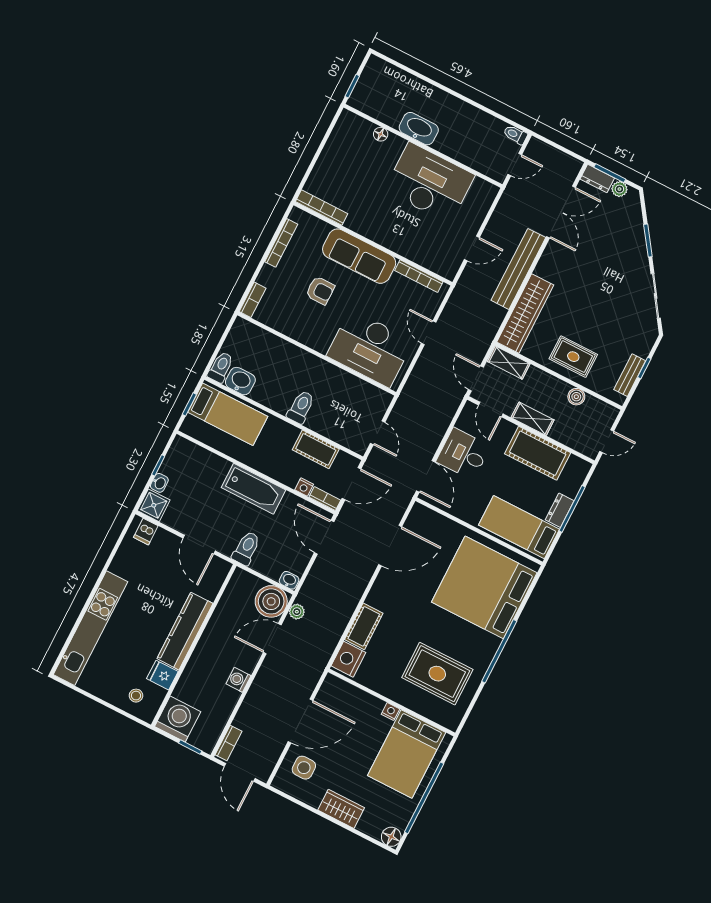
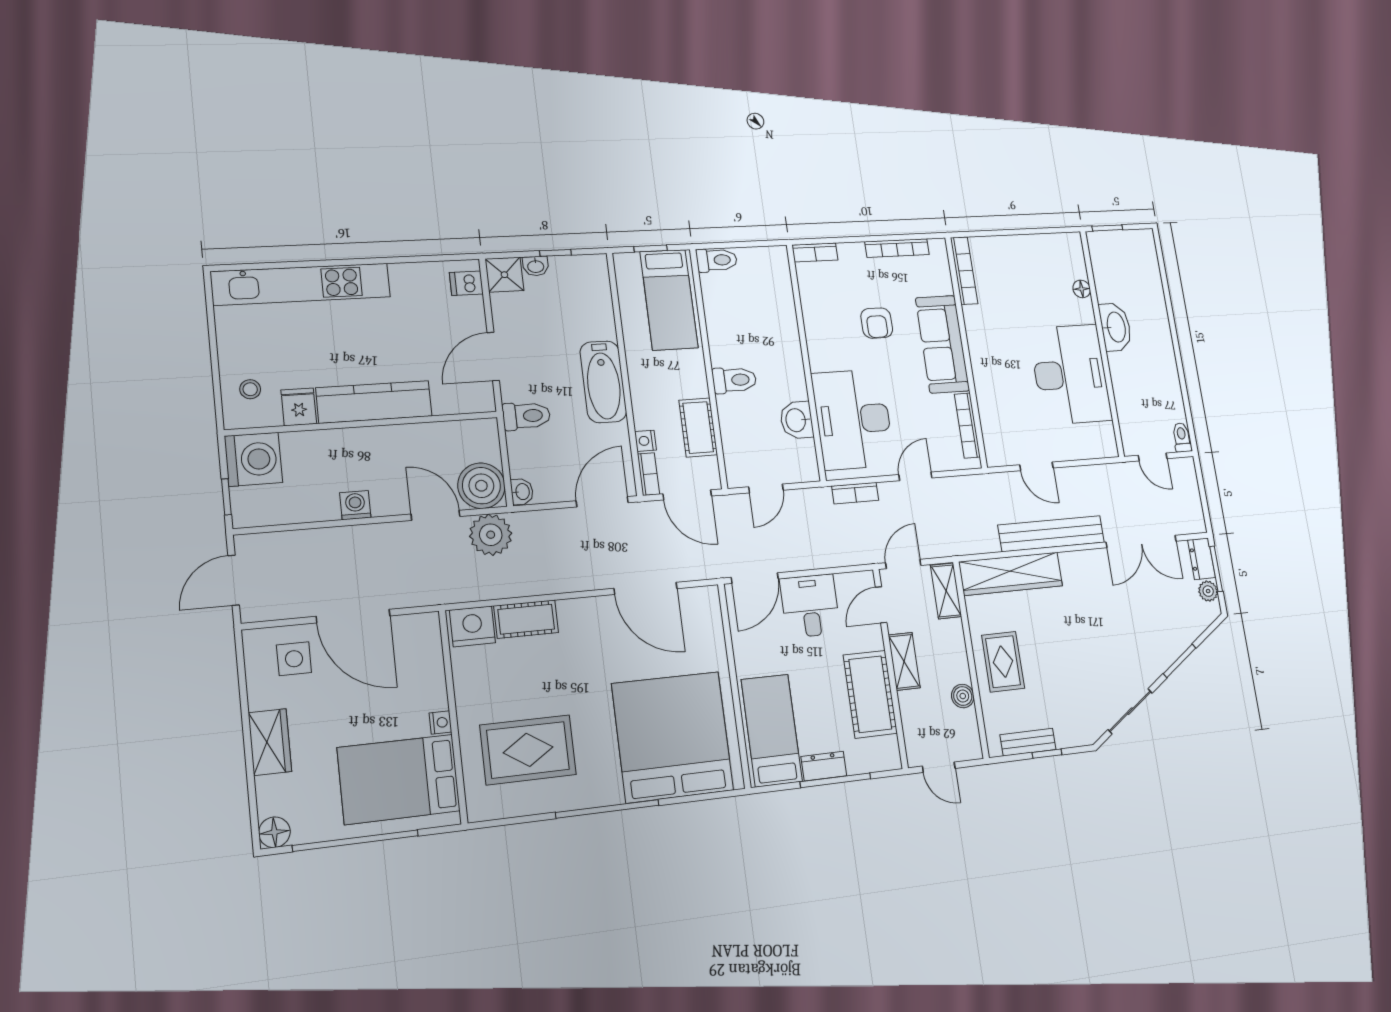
washbasin: (240, 381) -> (797, 420), moved, turned 180
plant: (297, 612) -> (491, 535), width x1.88, depth x1.88
rug: (437, 674) -> (528, 750), turned 90
bookcase: (228, 743) -> (855, 493), moved

